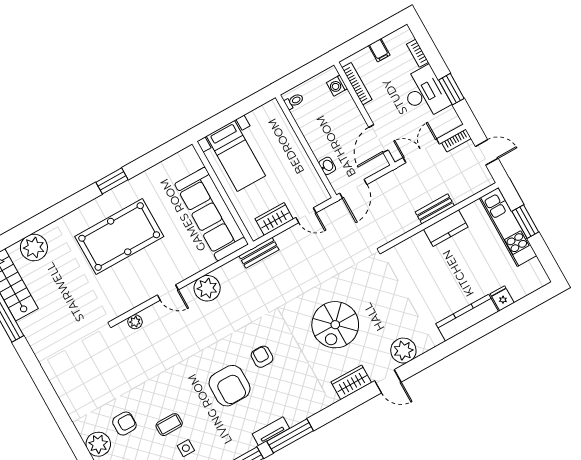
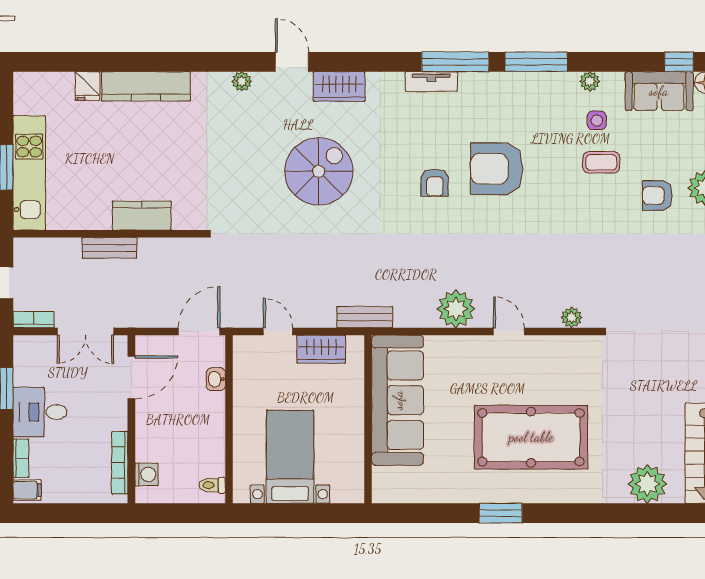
filing cabinet: (379, 50) -> (27, 490), moved, turned 90
desk: (425, 93) -> (40, 412), width x0.73
bed with nightstands: (236, 156) -> (290, 457), moved
kitchen counter: (446, 228) -> (142, 216), moved
plant: (403, 351) -> (242, 81), width x0.53, depth x0.53
armchair: (230, 386) -> (497, 169), turned -90
tv unit: (271, 431) -> (431, 81), moved

